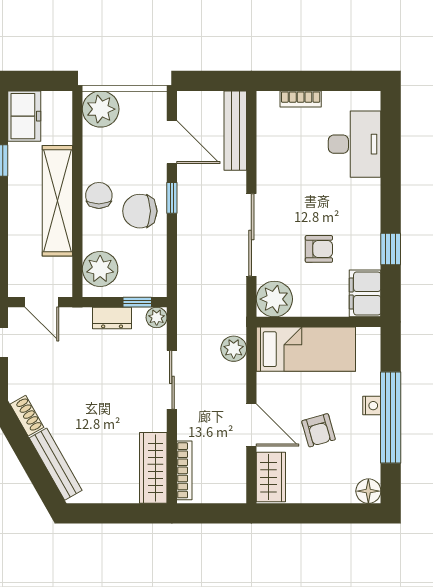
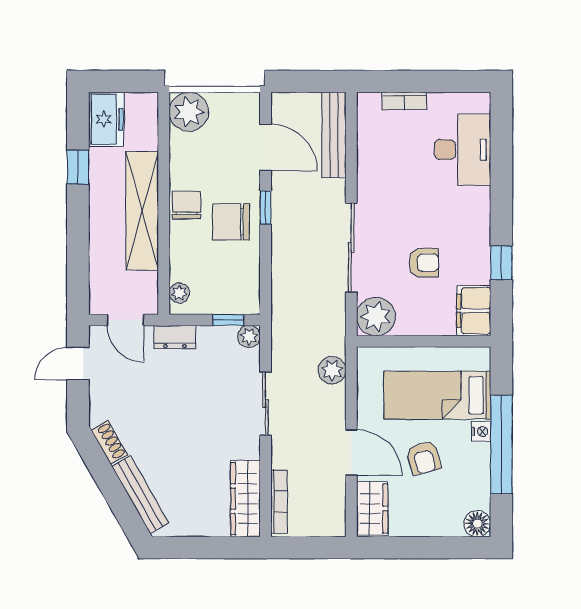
plant: (100, 269) -> (179, 293), width x0.53, depth x0.53
dresser: (112, 318) -> (175, 337), moved
bed: (306, 349) -> (437, 395), moved, turned 180

